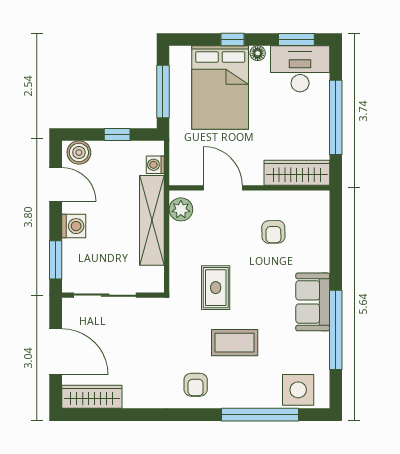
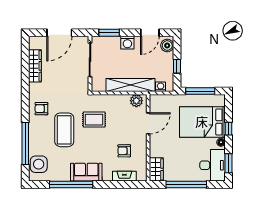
wardrobe: (297, 173) -> (156, 169), width x0.67
fireplace: (320, 232) -> (124, 176), added
coffee table: (235, 343) -> (64, 130), width x1.36, depth x1.32
wardrobe: (92, 397) -> (35, 66), moved

